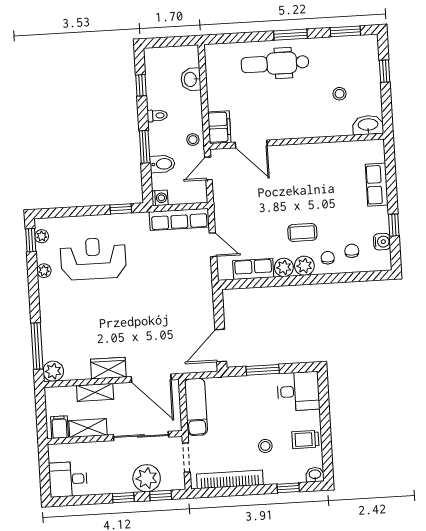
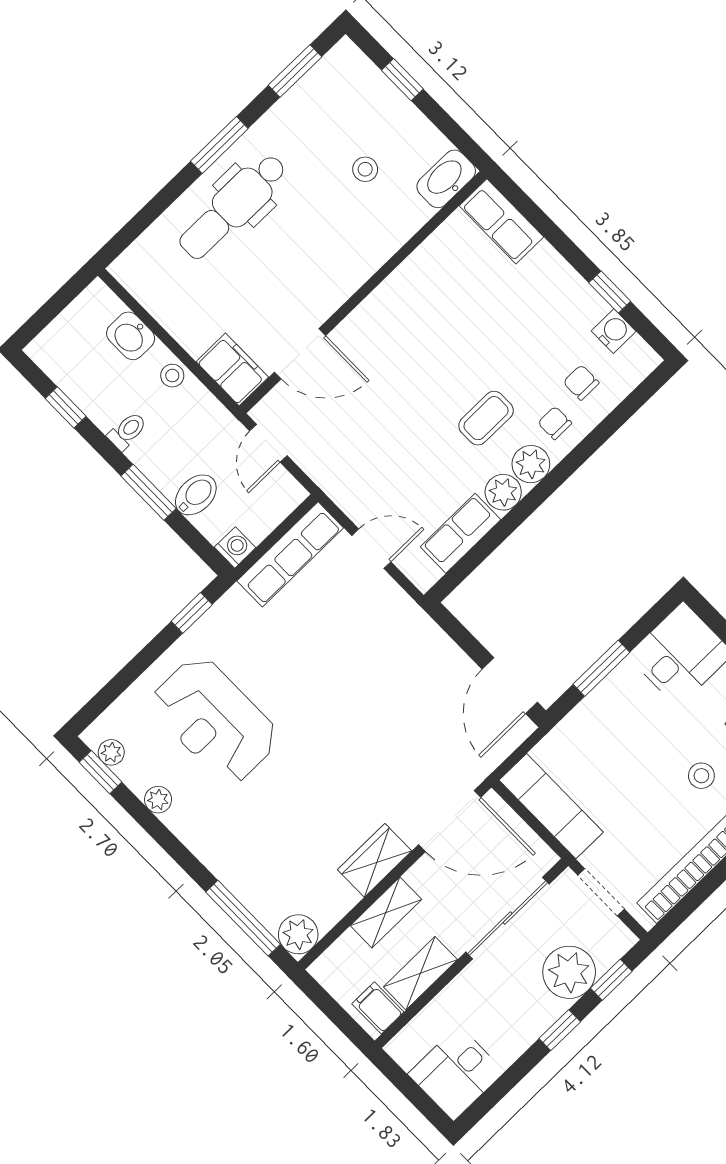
stool: (193, 140) -> (172, 376), moved
row of seats: (377, 185) -> (501, 221), moved
reception desk: (93, 259) -> (215, 720), turned -90

